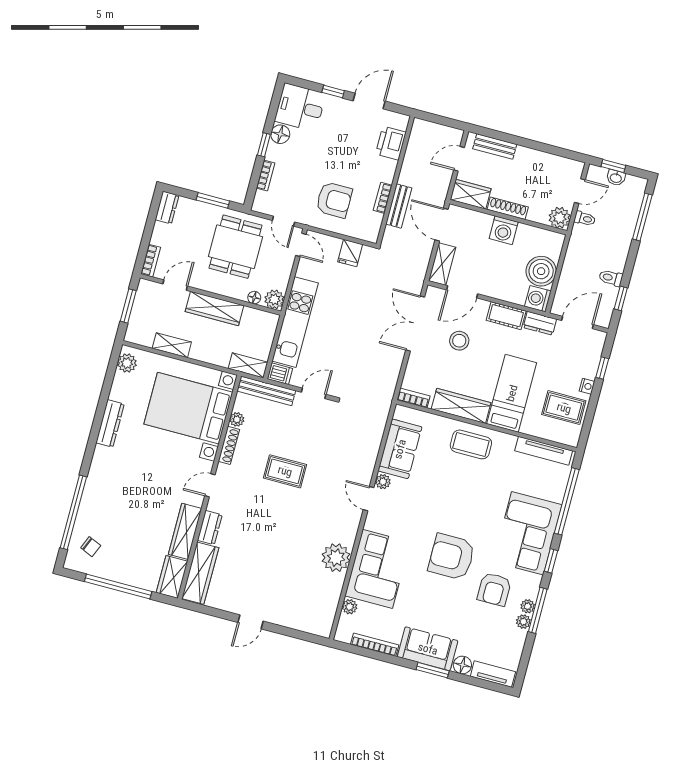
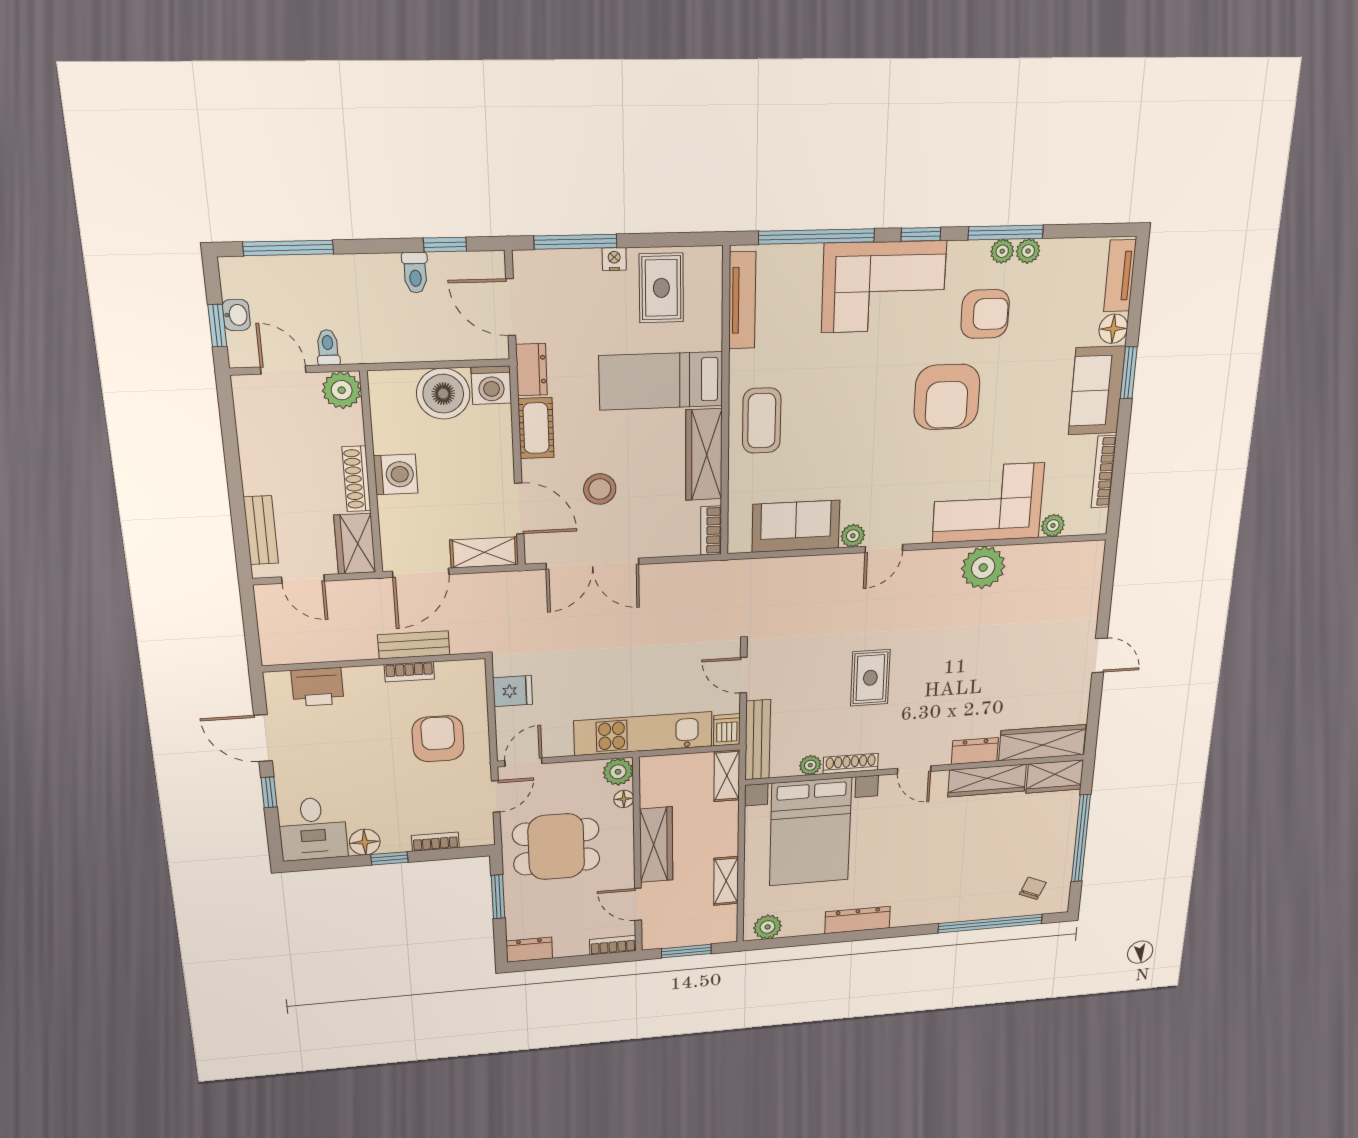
window: (602, 368) -> (576, 242), width x2.17

